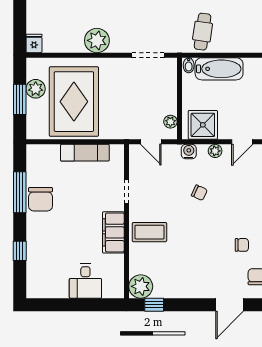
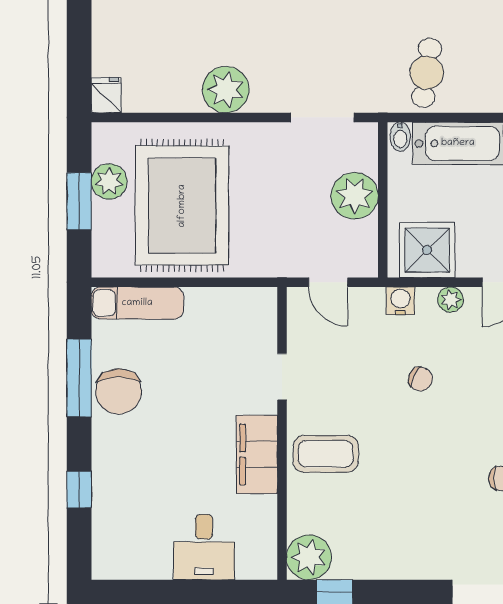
plant: (170, 122) -> (355, 196), moved, width x1.88, depth x1.88
exam couch: (85, 153) -> (137, 303), moved

